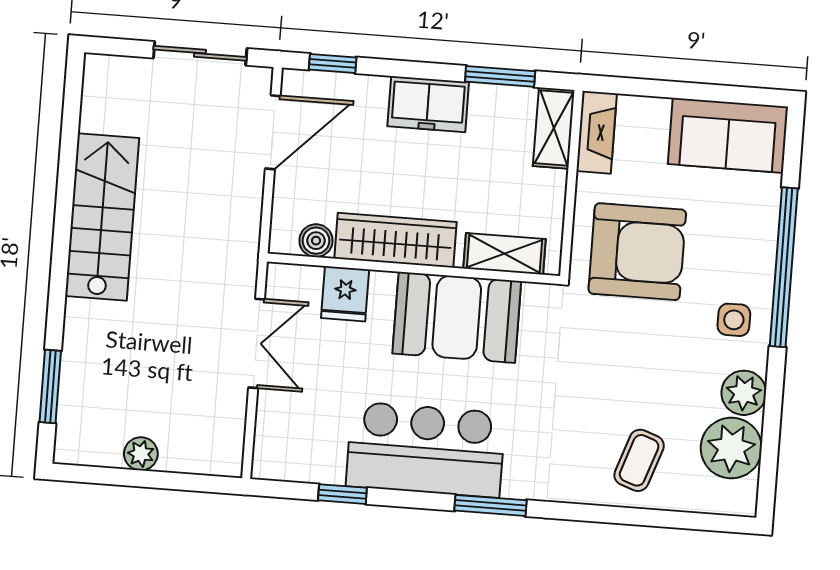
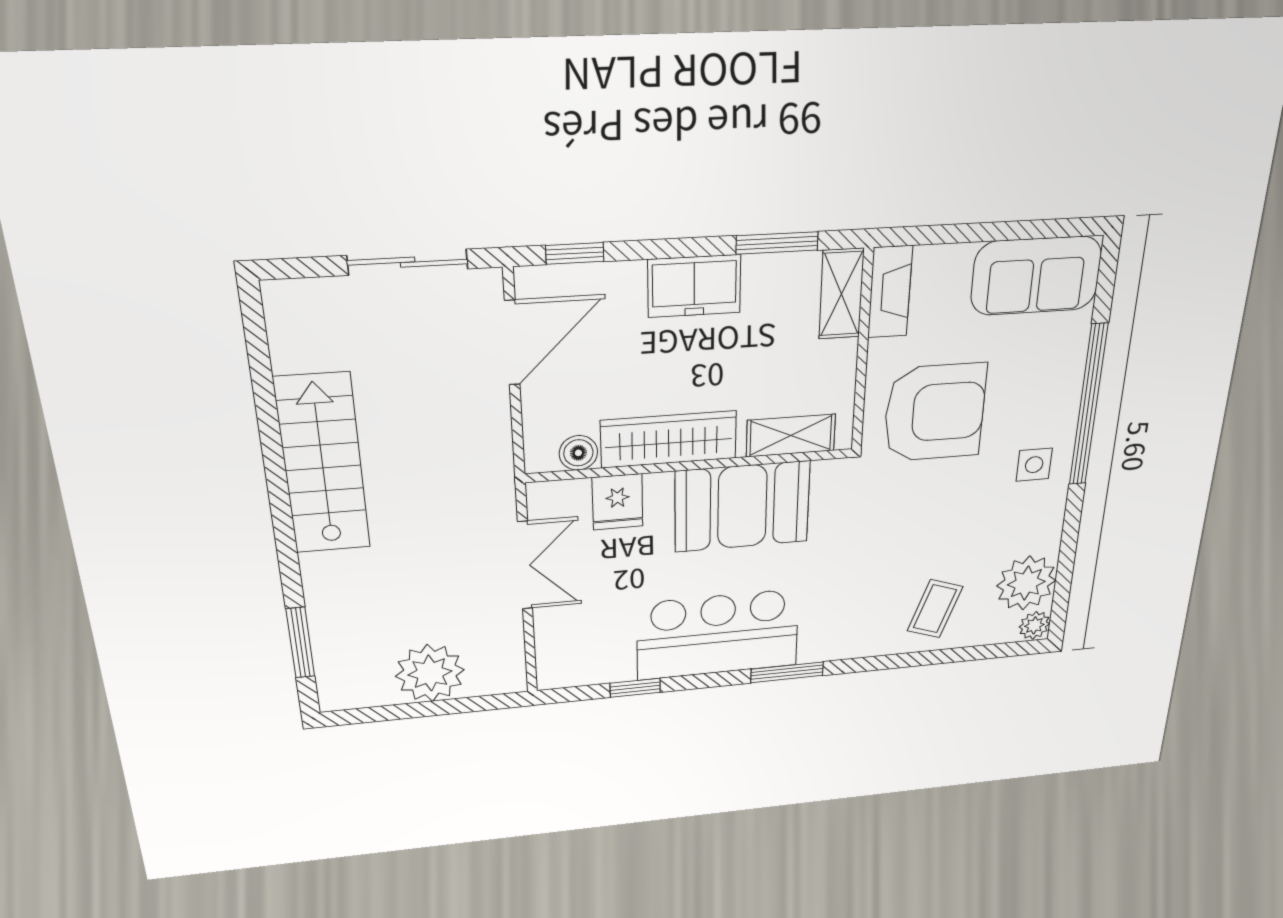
plant: (744, 393) -> (1034, 625), moved, width x0.73, depth x0.73
plant: (141, 454) -> (430, 673), width x1.87, depth x1.87

